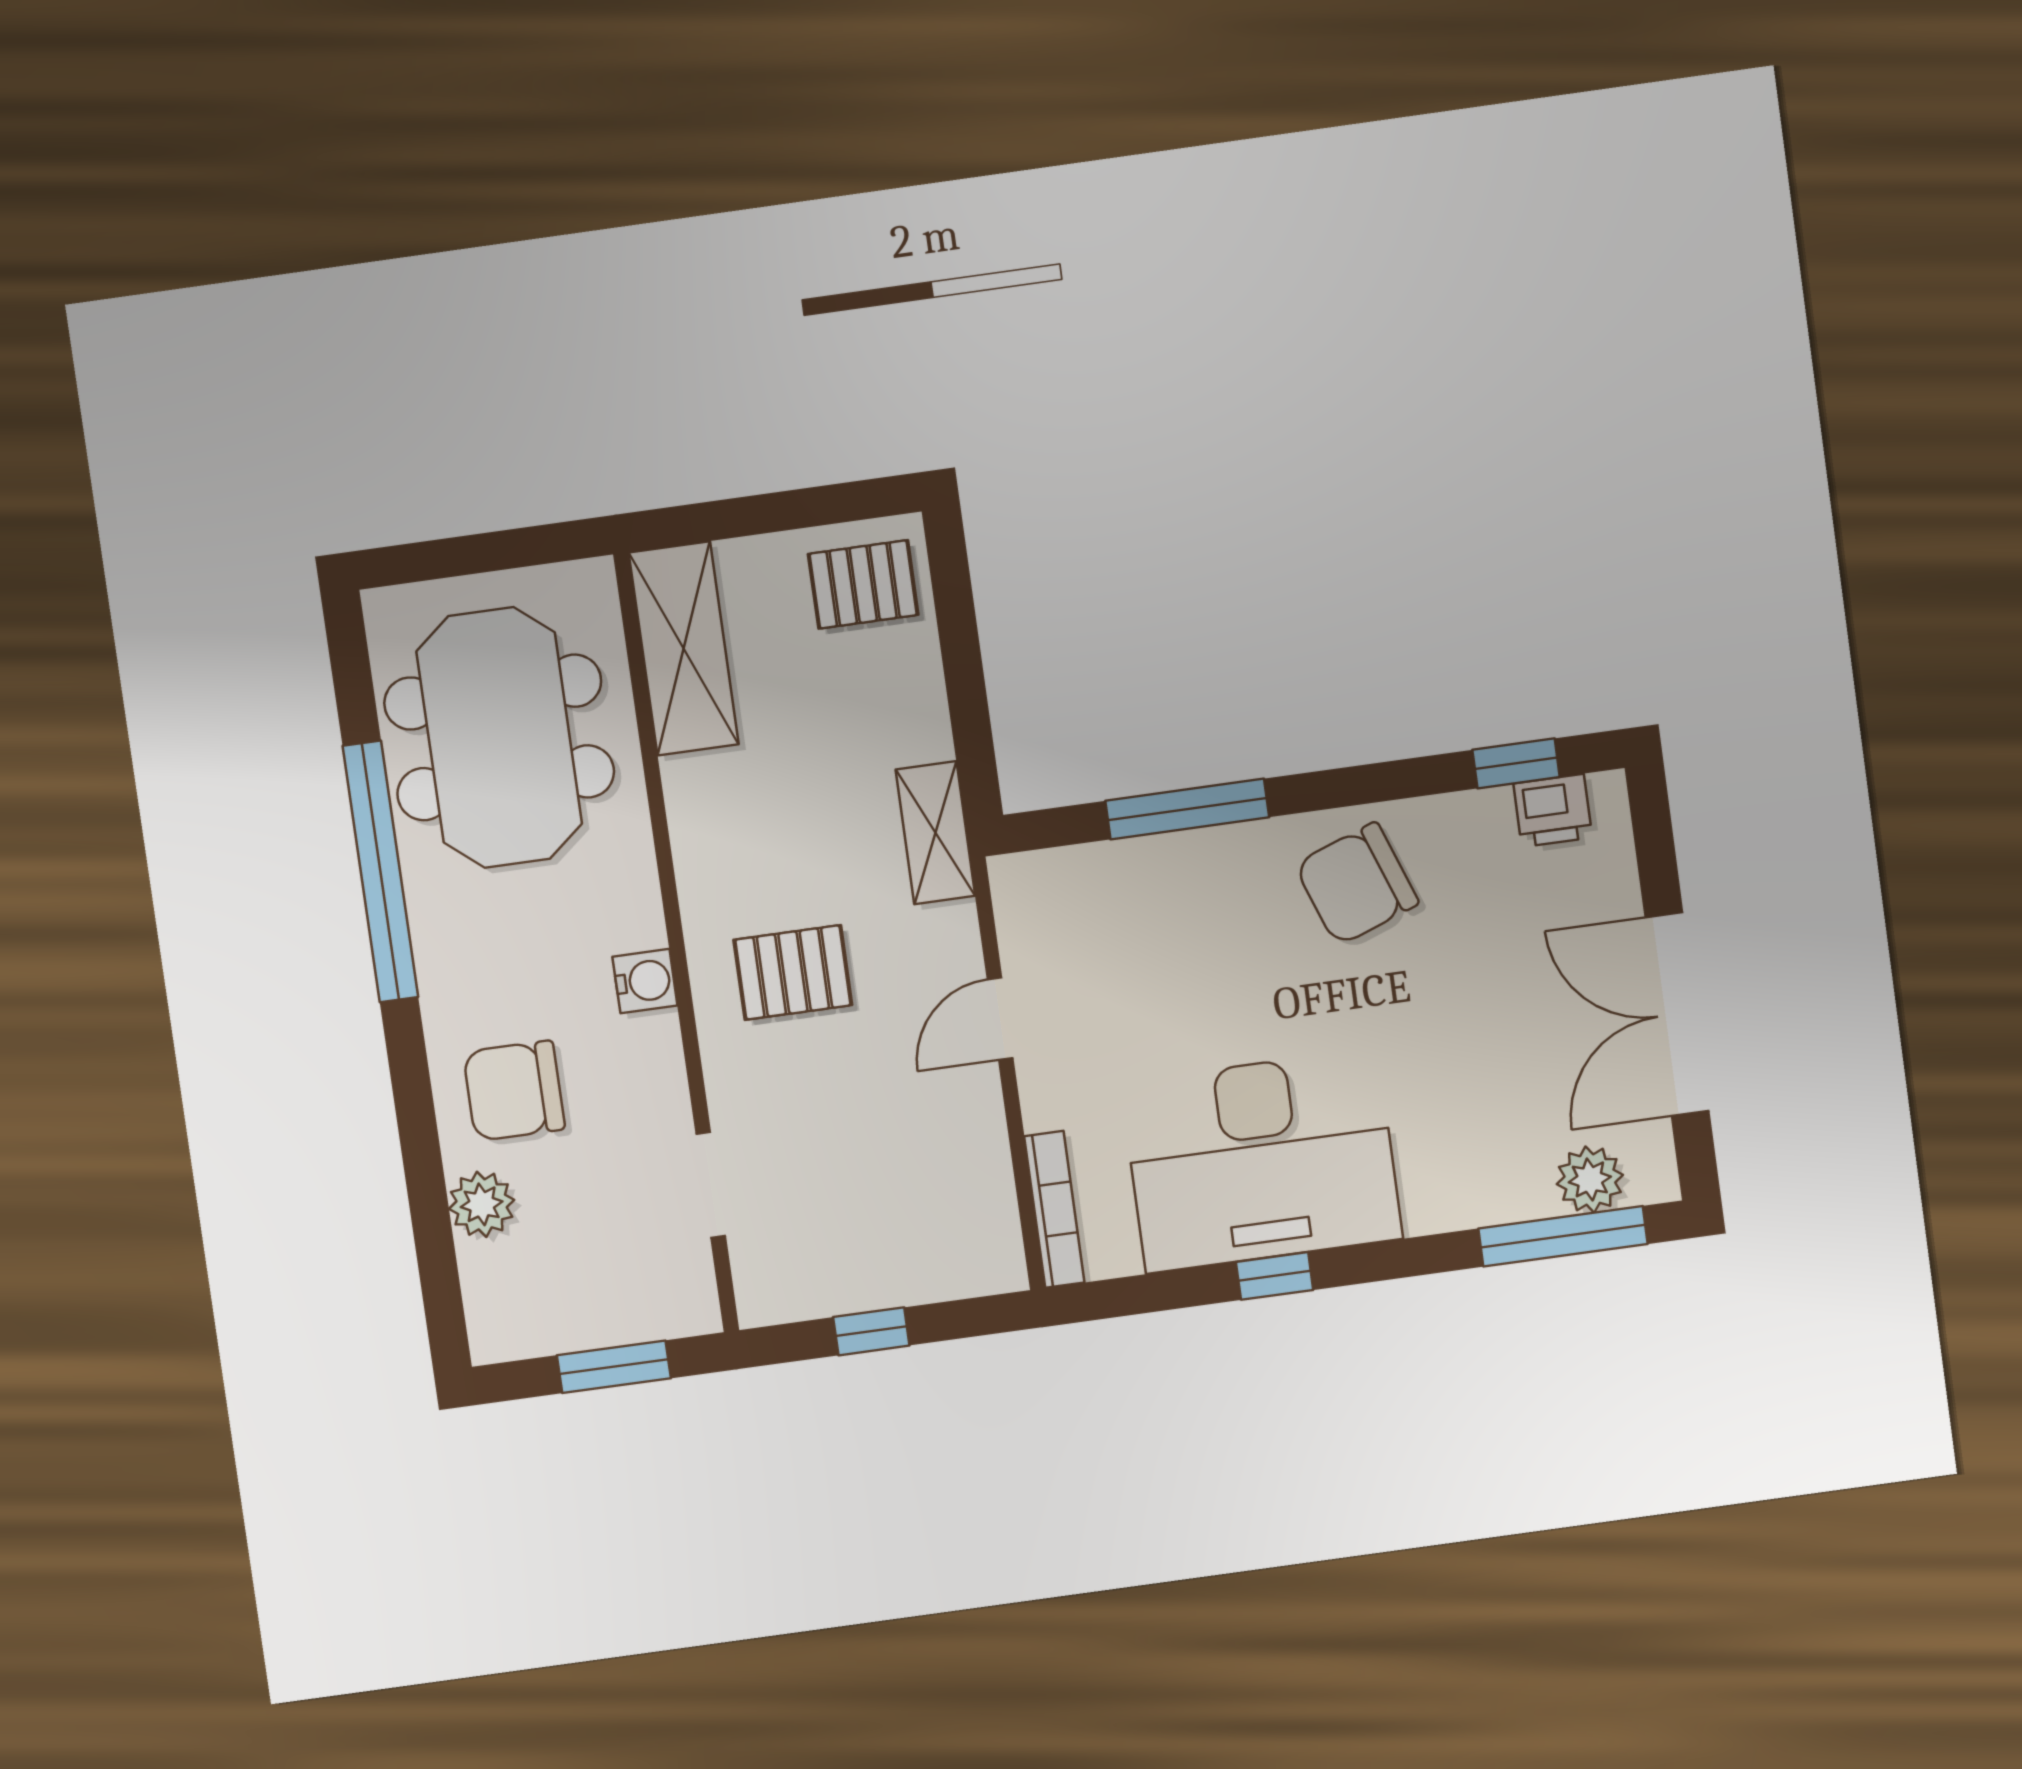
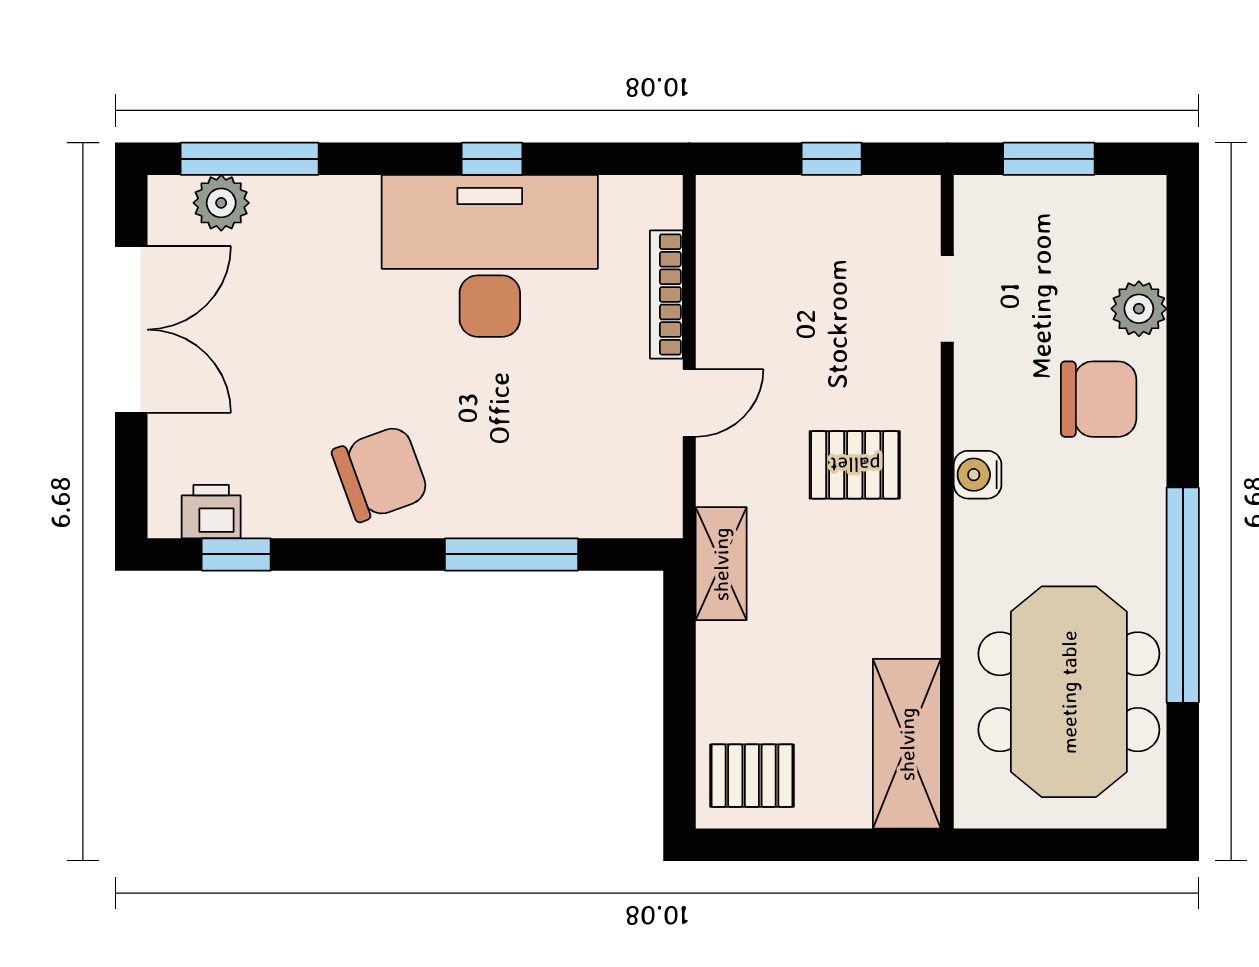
bookcase: (1054, 1209) -> (666, 294), moved

